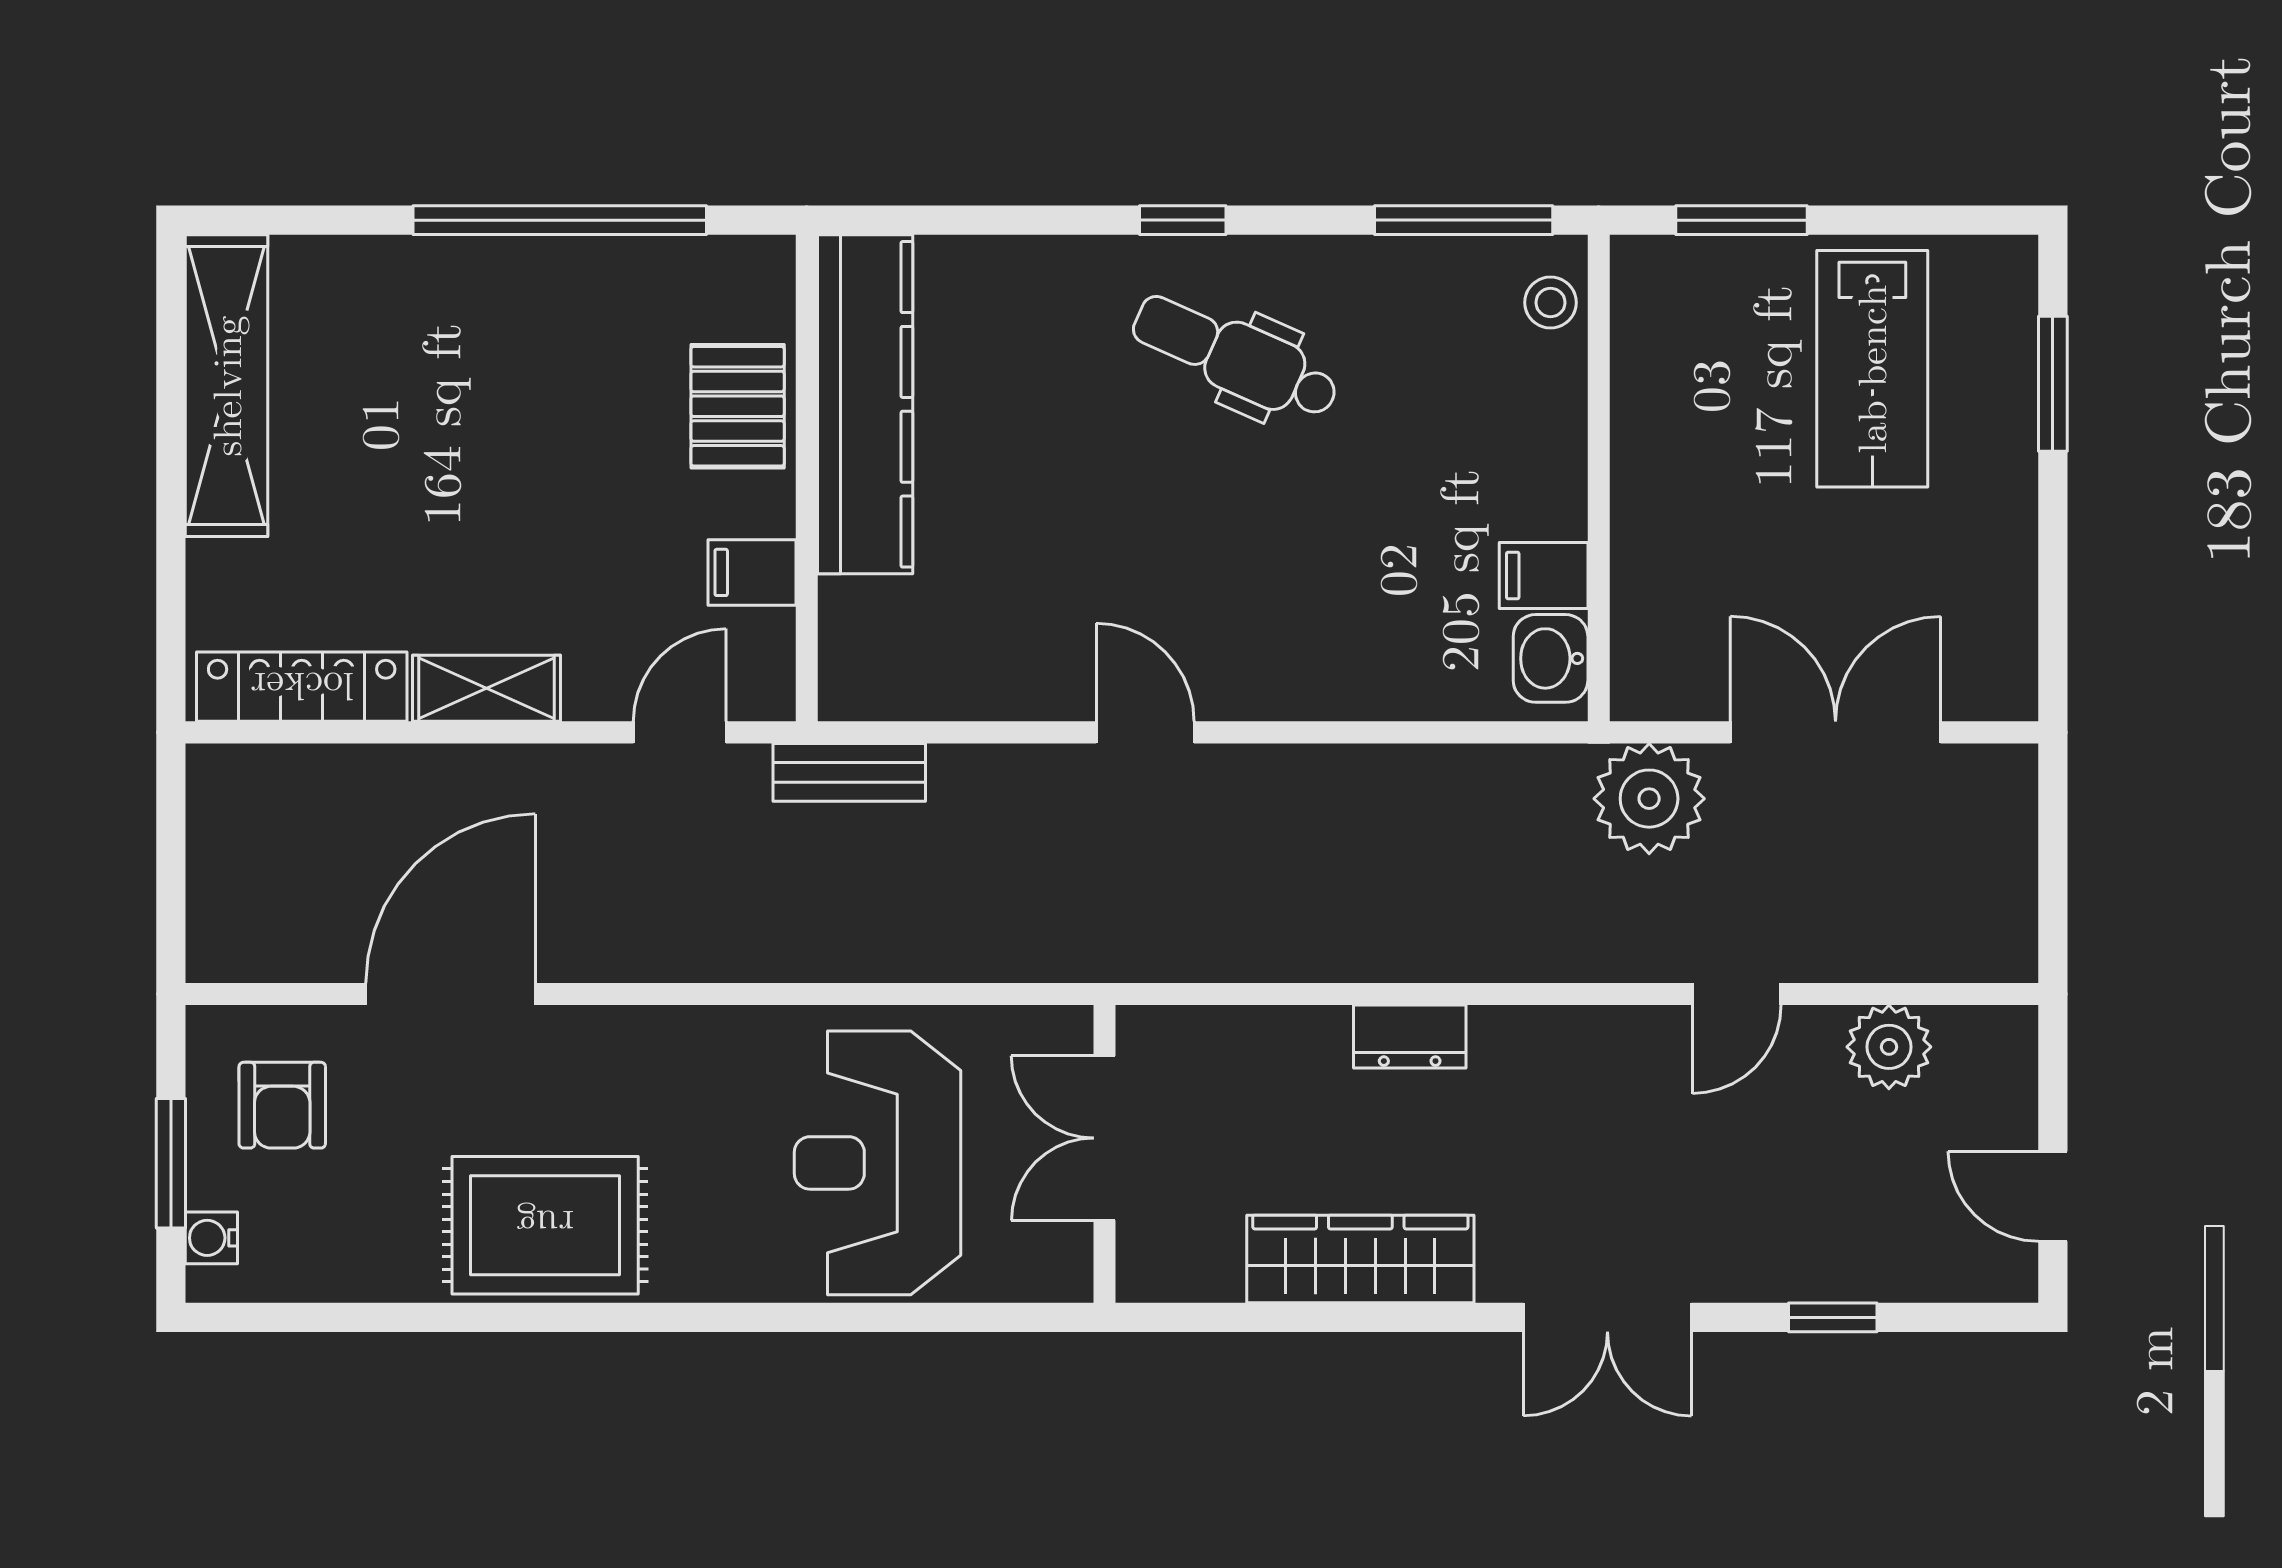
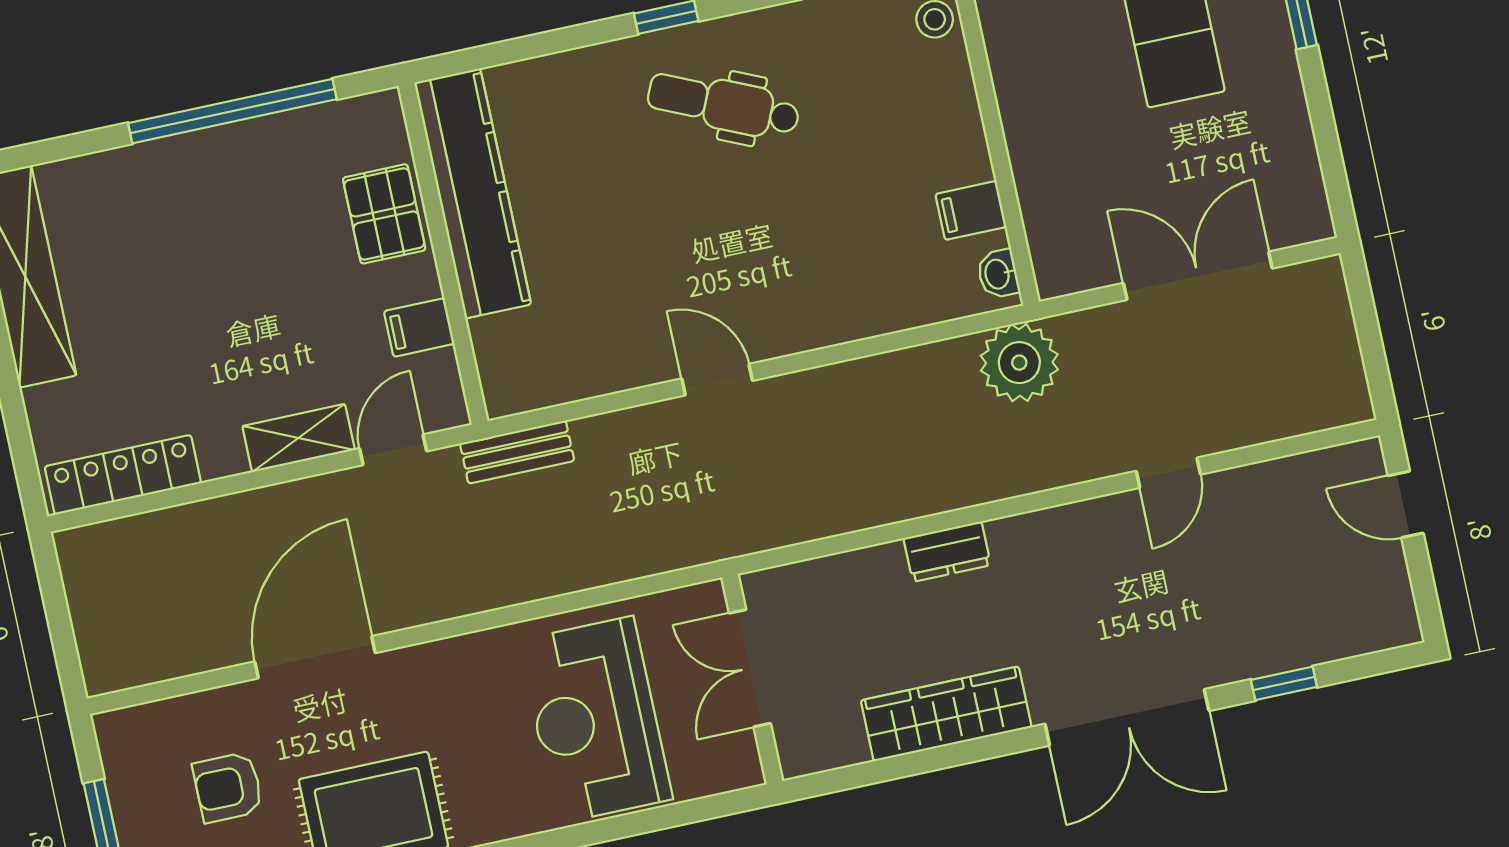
washbasin: (1551, 658) -> (998, 274), width x0.72, depth x0.69
shelving: (486, 688) -> (299, 438), moved
plant: (1649, 799) -> (1019, 363), moved
door: (451, 994) -> (315, 657), moved
plant: (1889, 1047) -> (1282, 487), removed
armchair: (282, 1105) -> (228, 787), moved, turned 90
door: (2053, 1196) -> (1406, 504), moved
double door: (1607, 1317) -> (1127, 717), width x1.37

